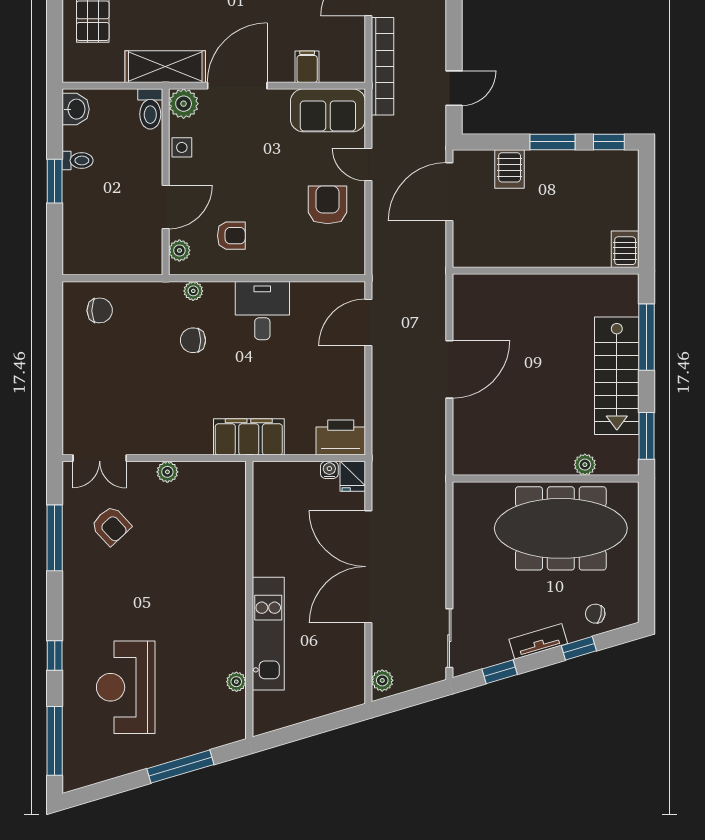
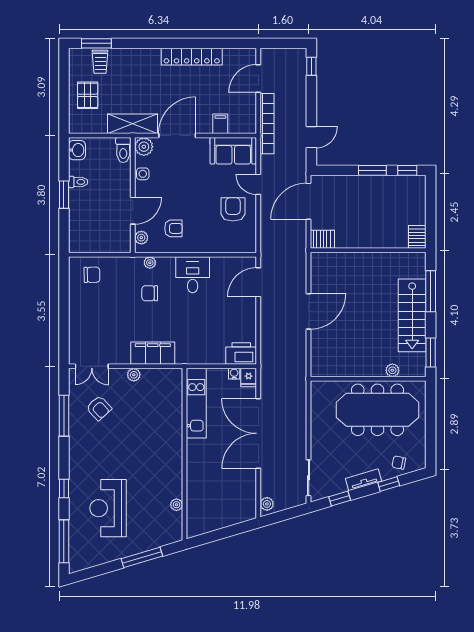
server rack: (510, 169) -> (322, 239), moved, turned -90
filing cabinet: (249, 437) -> (153, 353), moved
kitchen unit: (268, 634) -> (196, 403), moved

